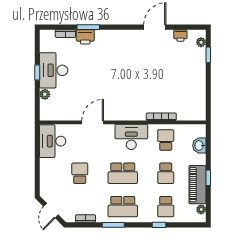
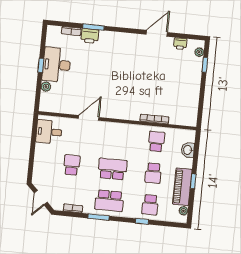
desk: (131, 137) -> (124, 135), removed
desk: (53, 141) -> (49, 132), width x0.73
school desk: (123, 173) -> (112, 169), turned 180

